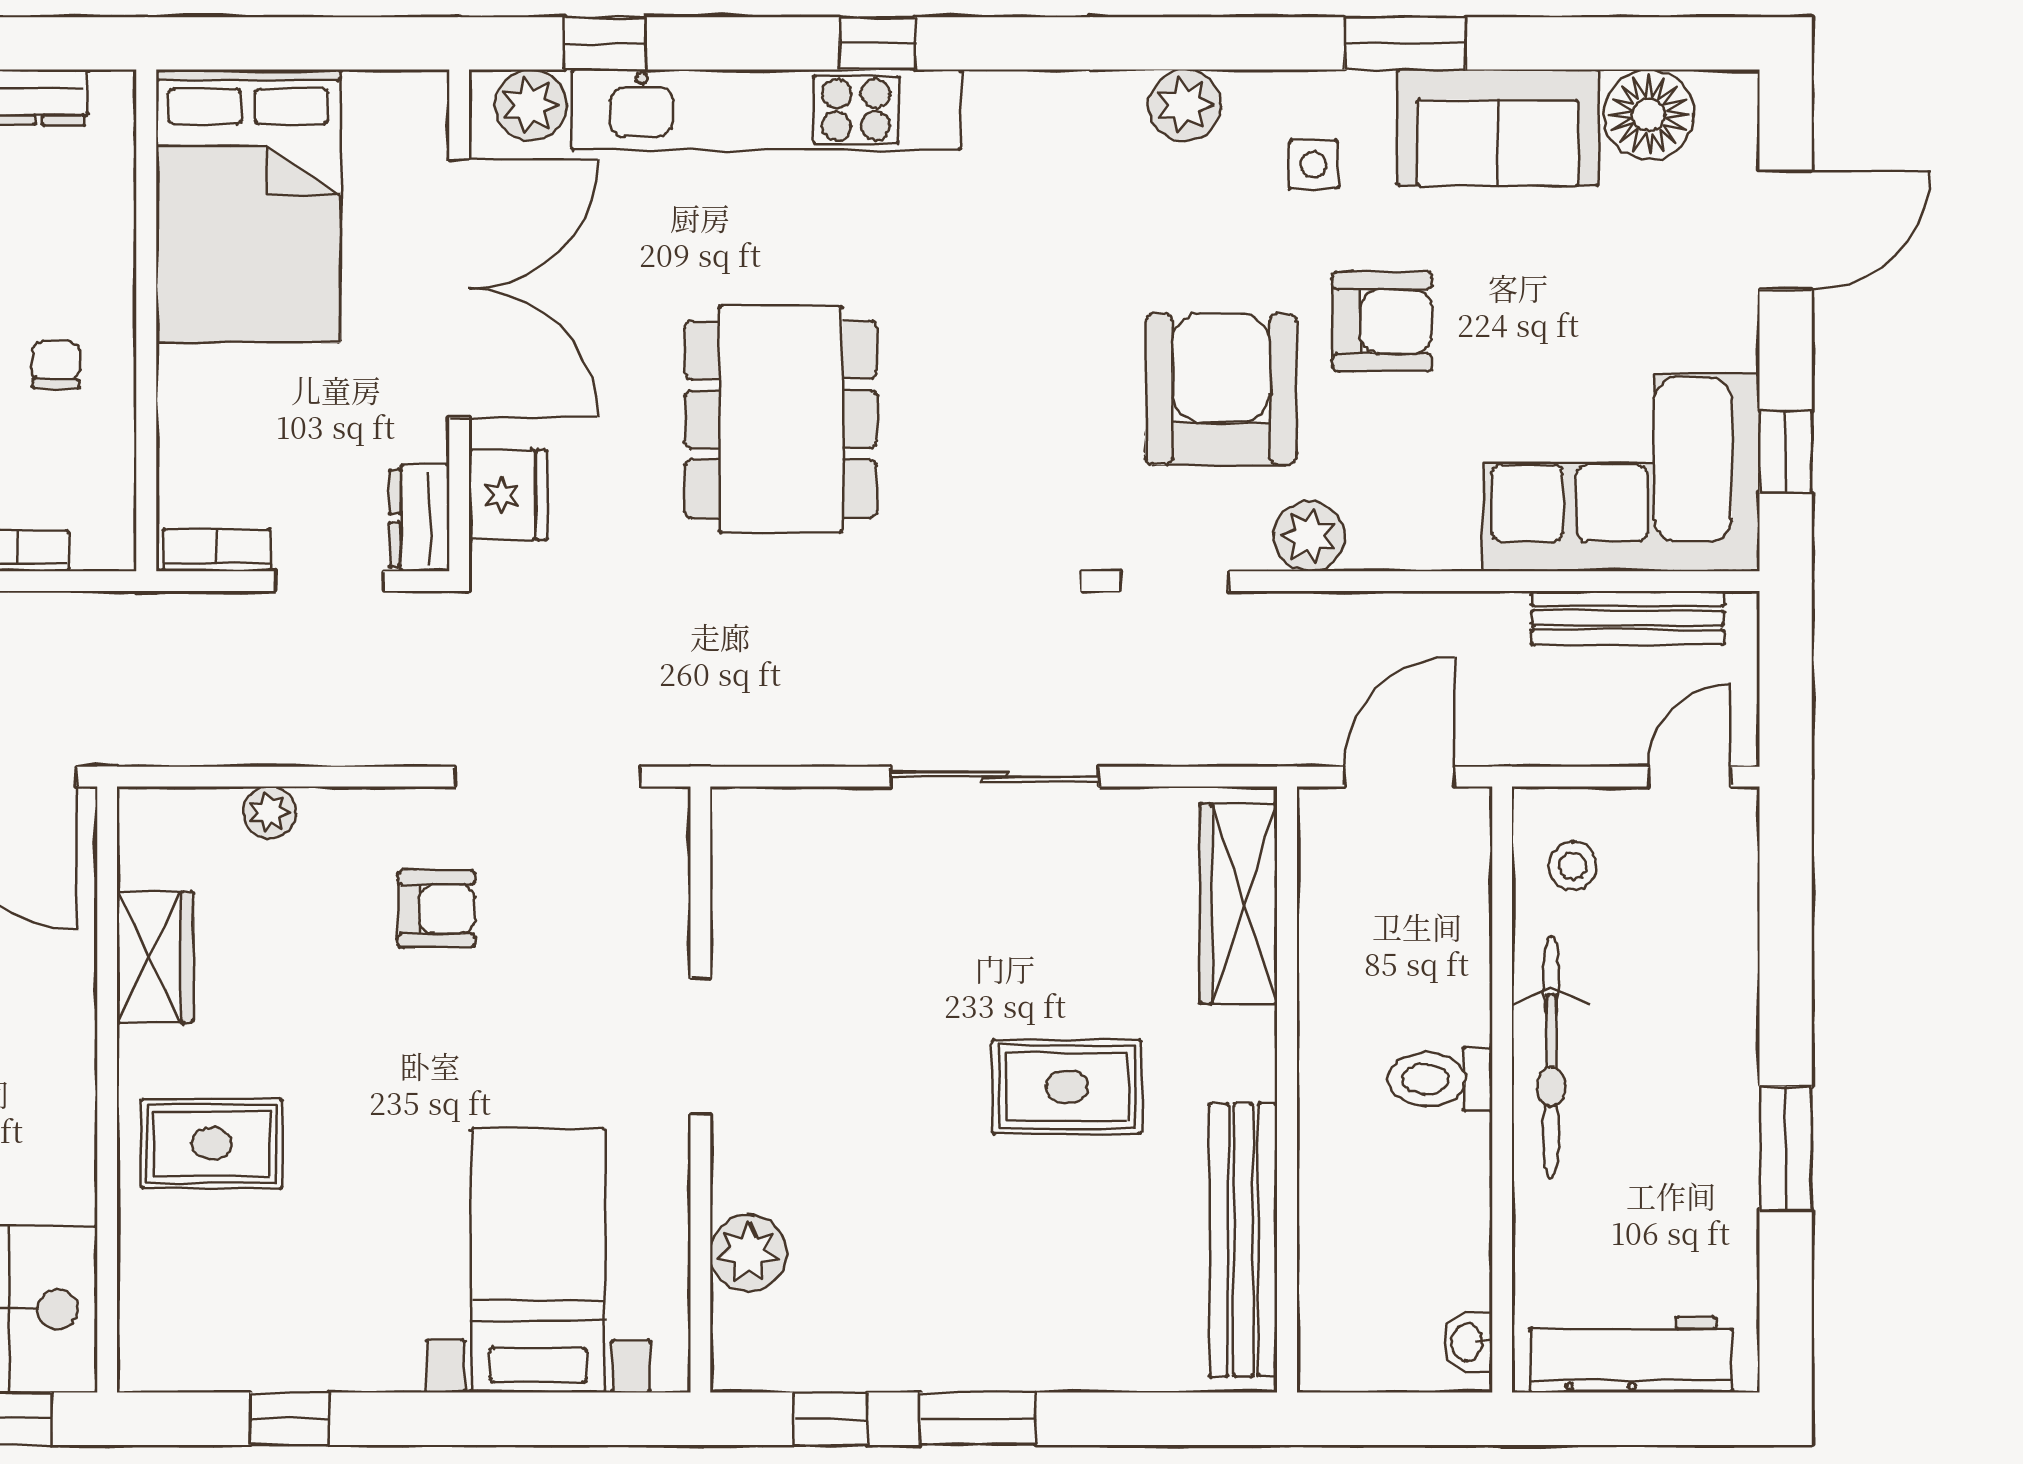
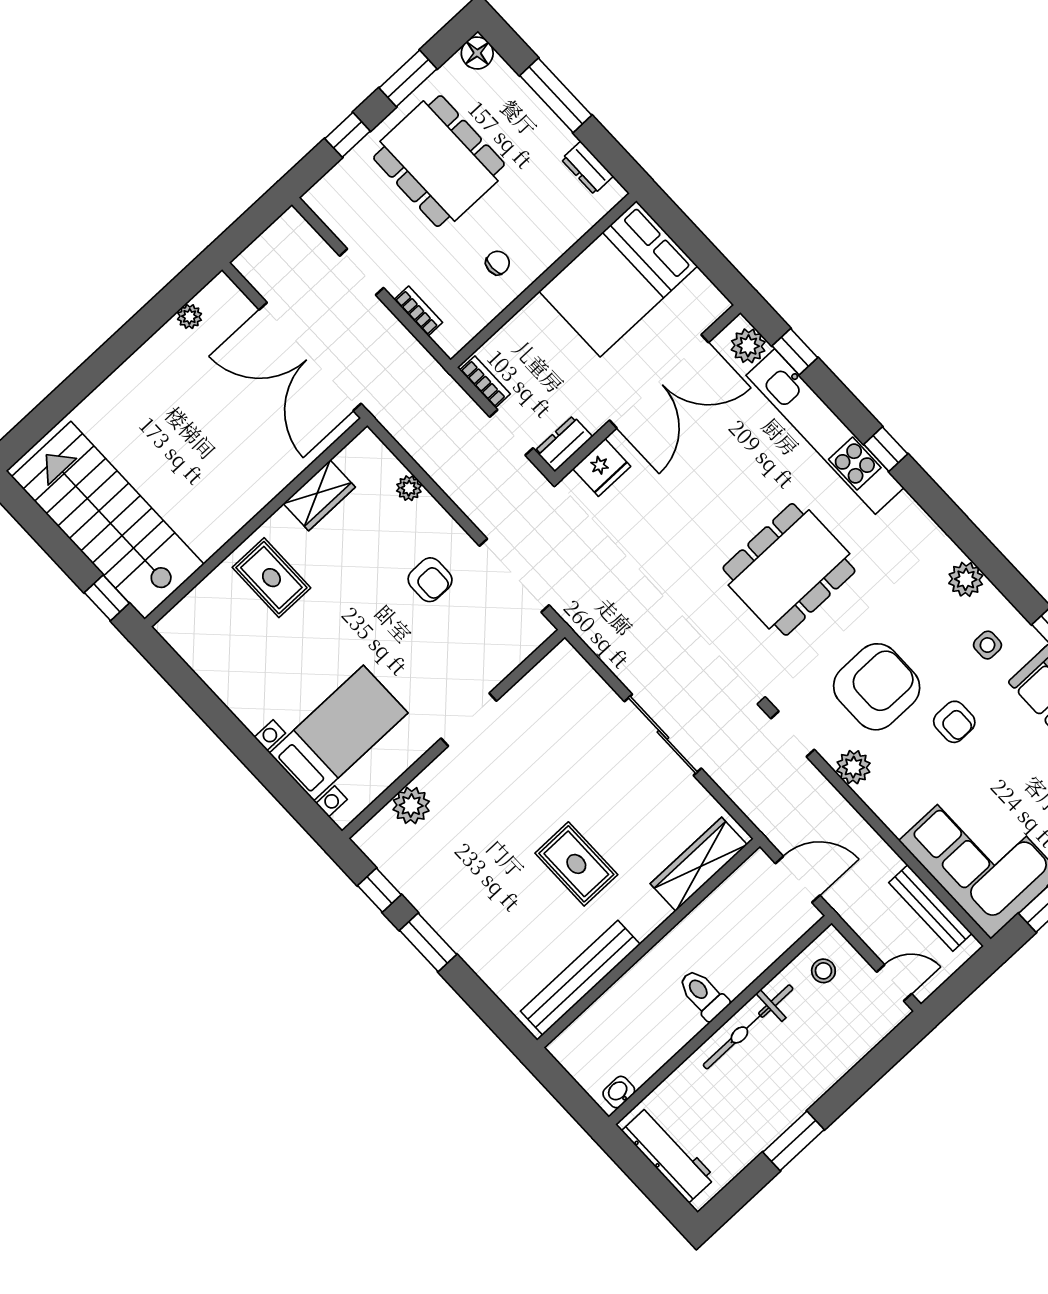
armchair: (1382, 322) -> (954, 722), width x0.72, depth x0.72
dining table: (781, 419) -> (789, 569), moved
window: (289, 1419) -> (199, 697), removed

